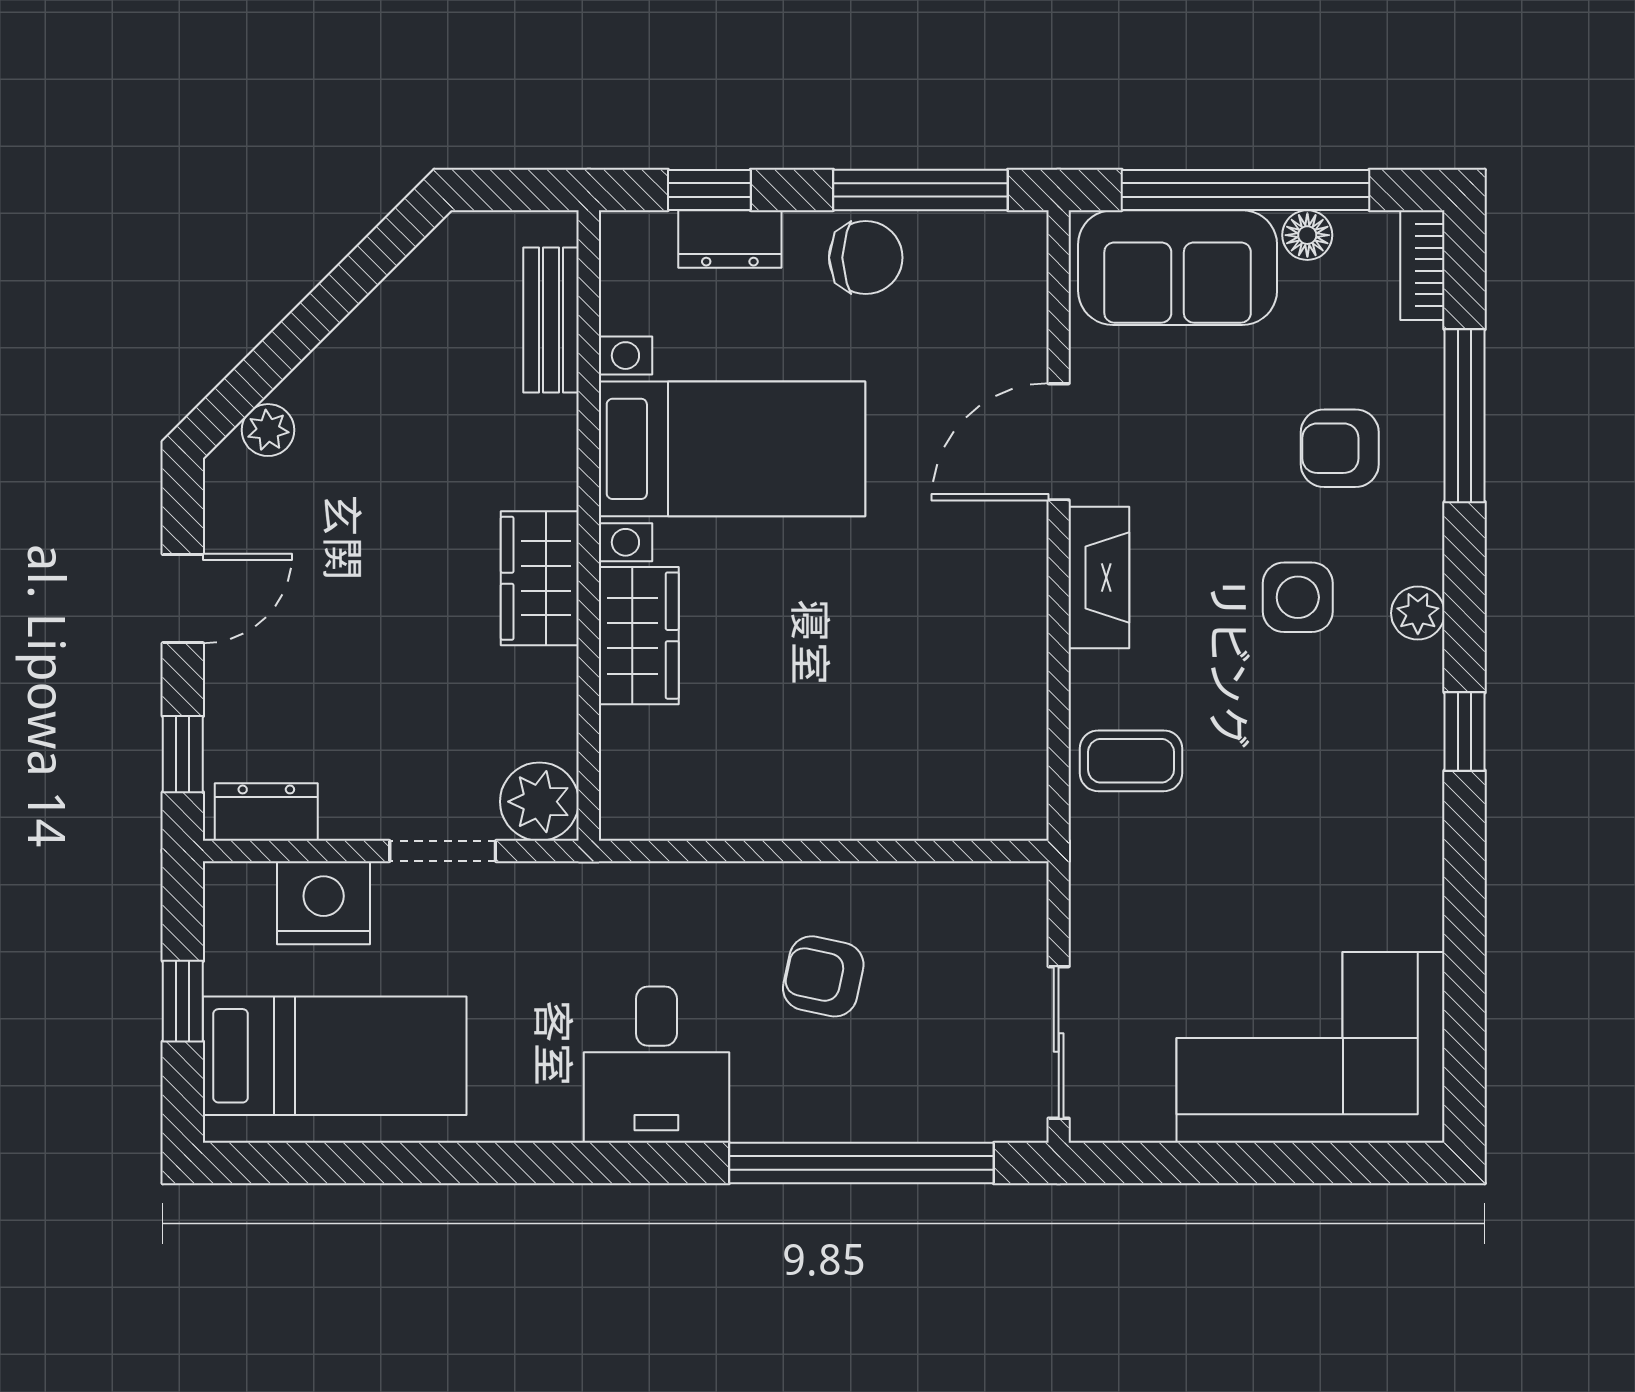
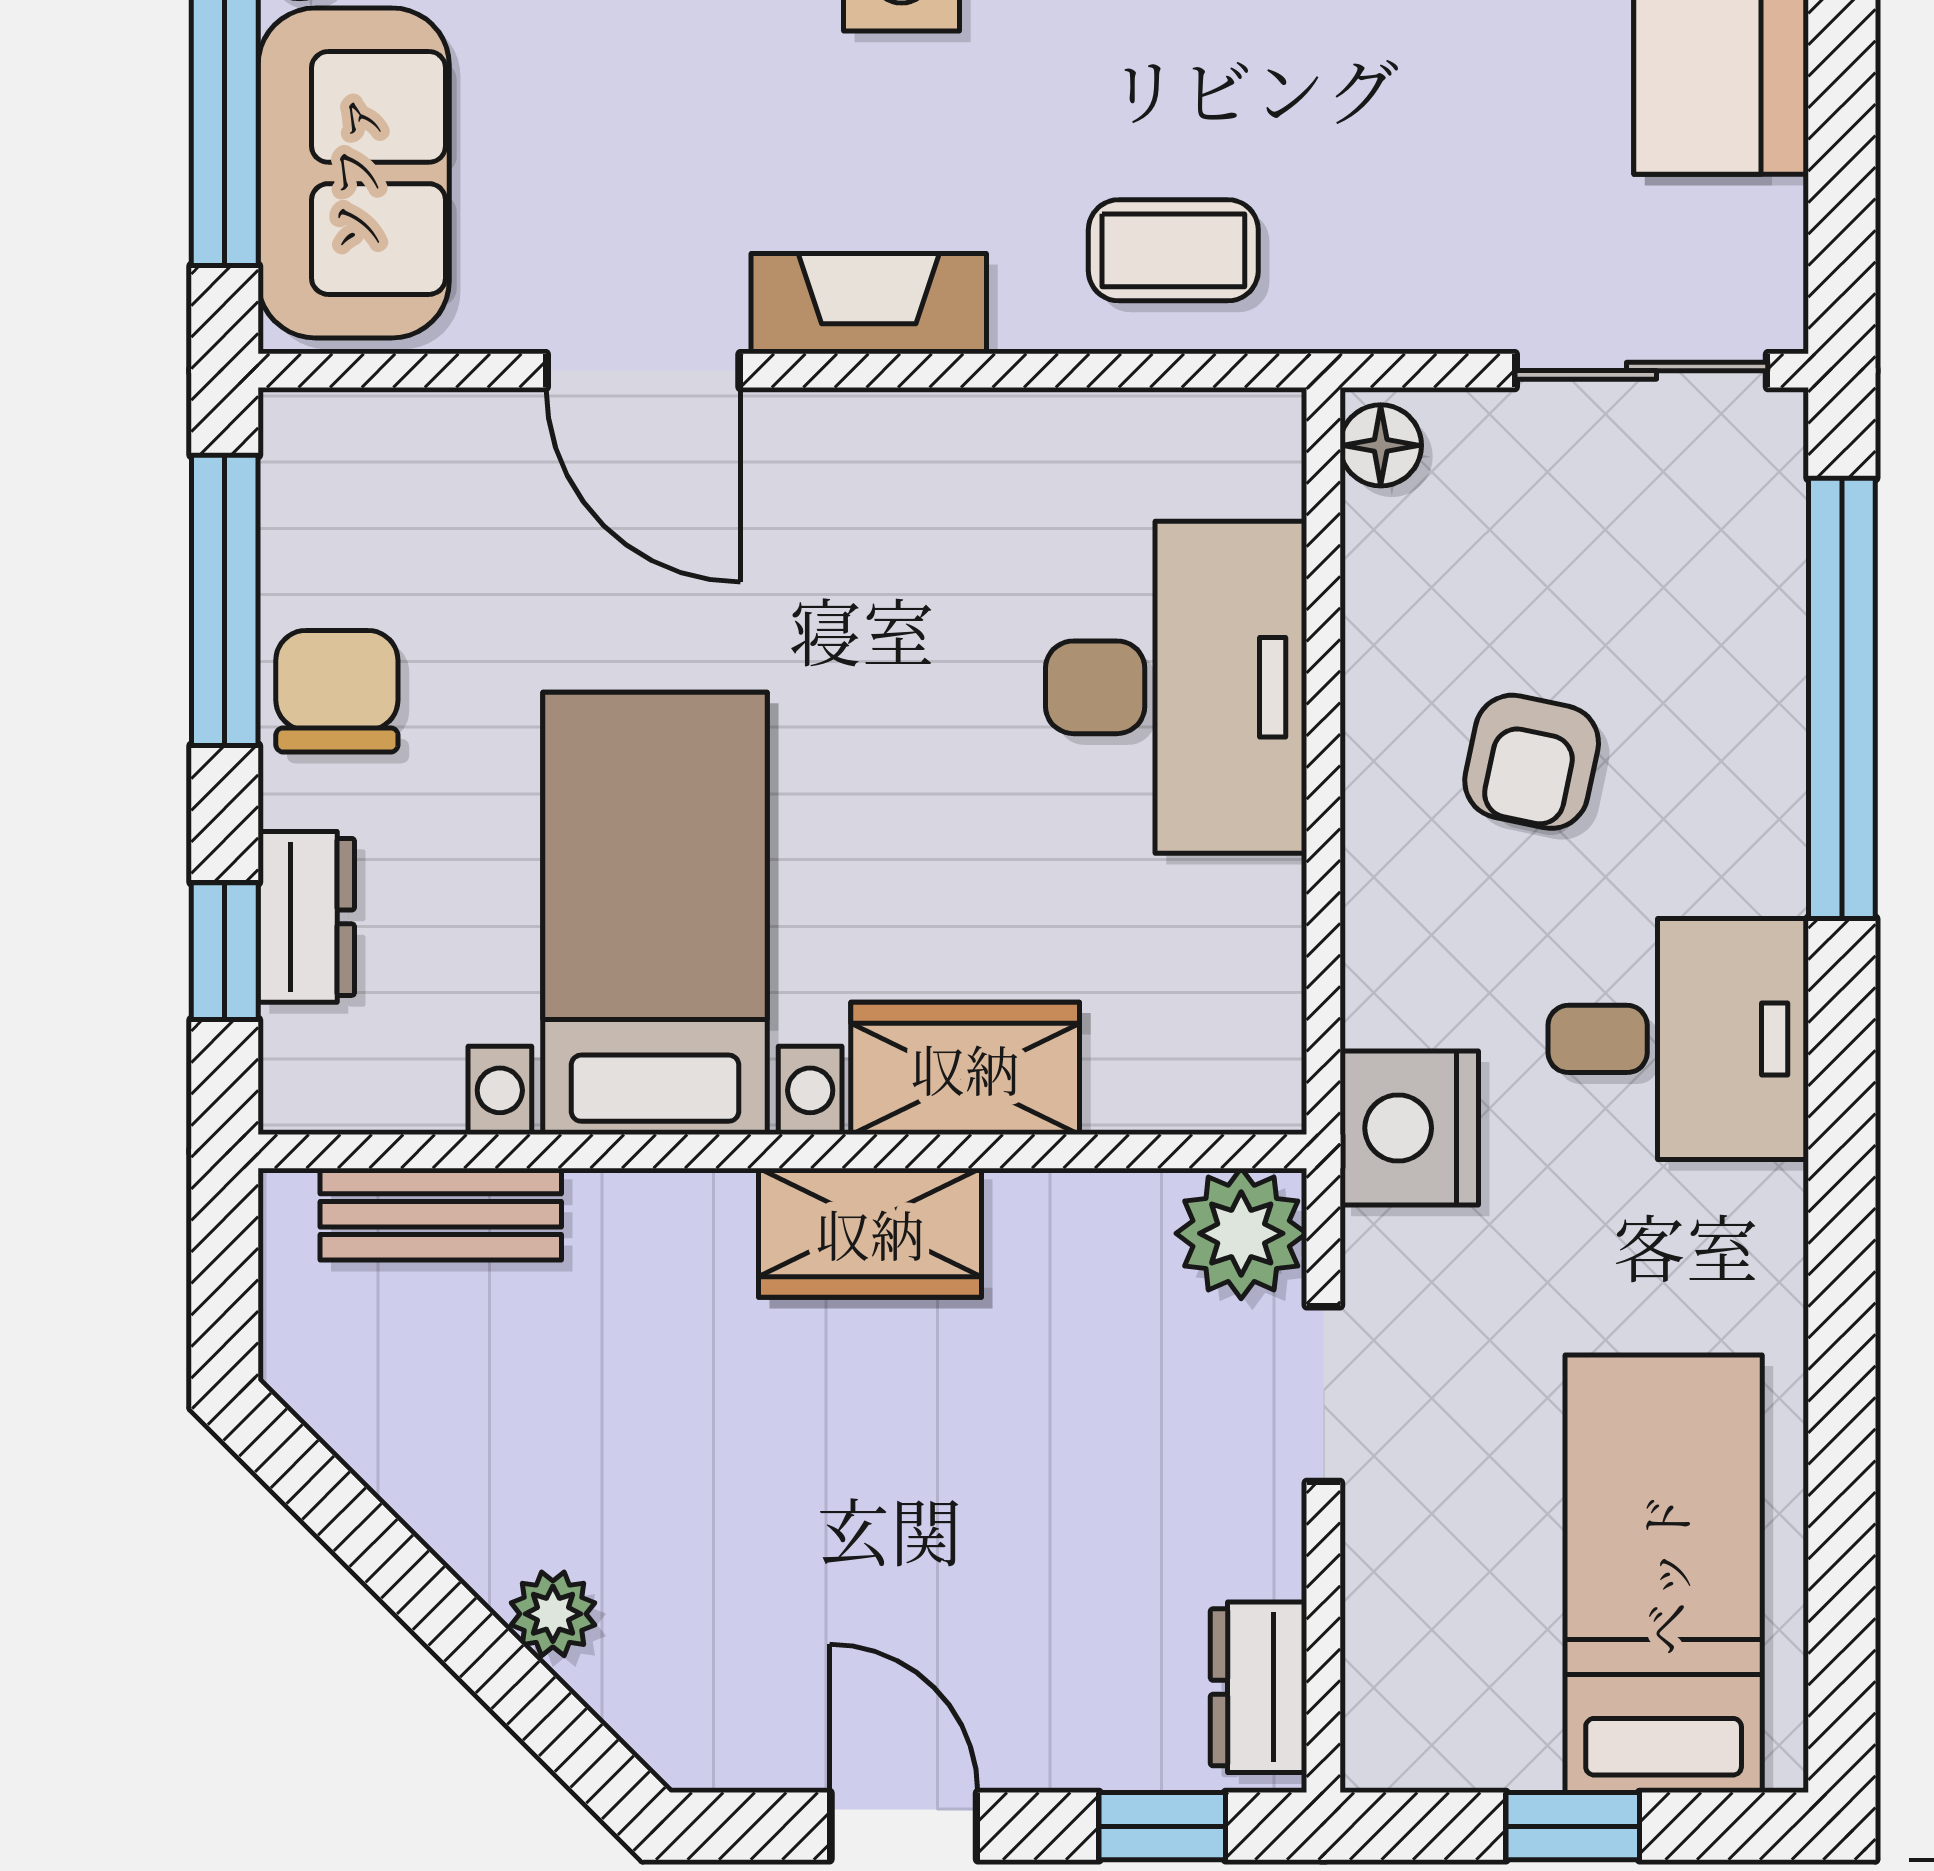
plant: (268, 430) -> (553, 1614), moved
coffee table: (1131, 761) -> (1173, 250), turned 90
desk: (868, 762) -> (1176, 687), added
floor lamp: (1014, 886) -> (1381, 445), added
nightstand: (324, 903) -> (1409, 1128), moved

